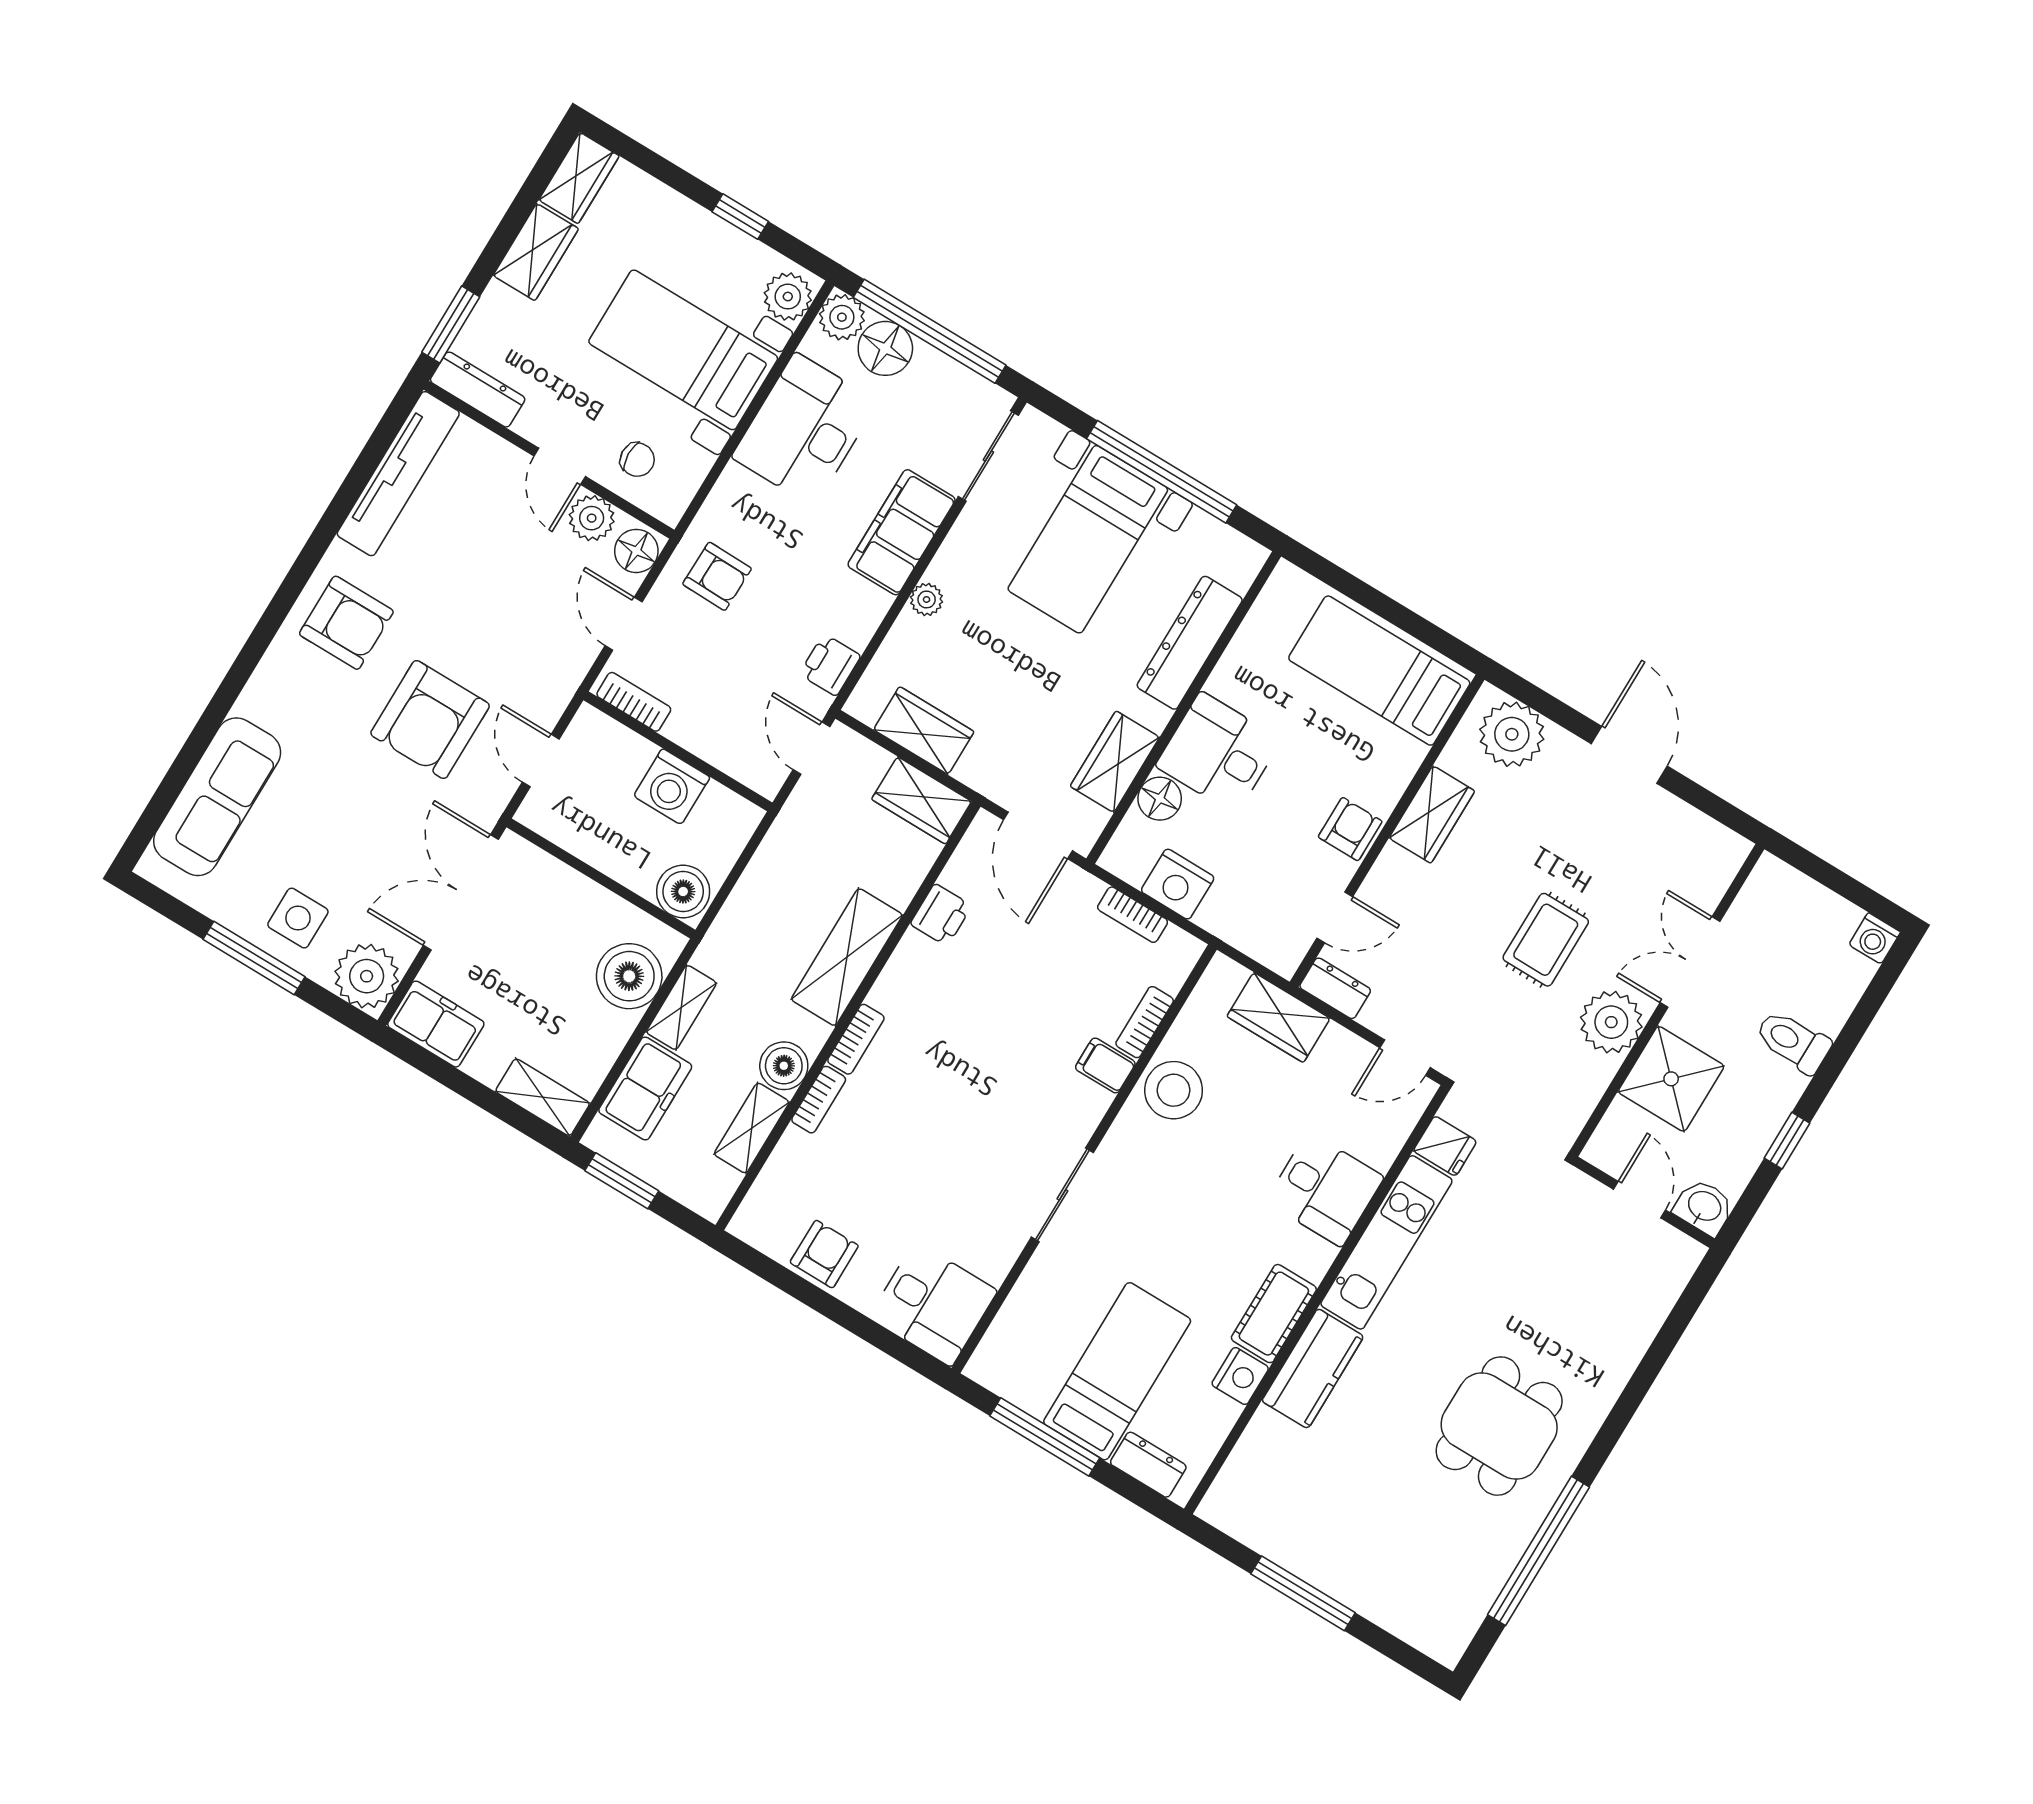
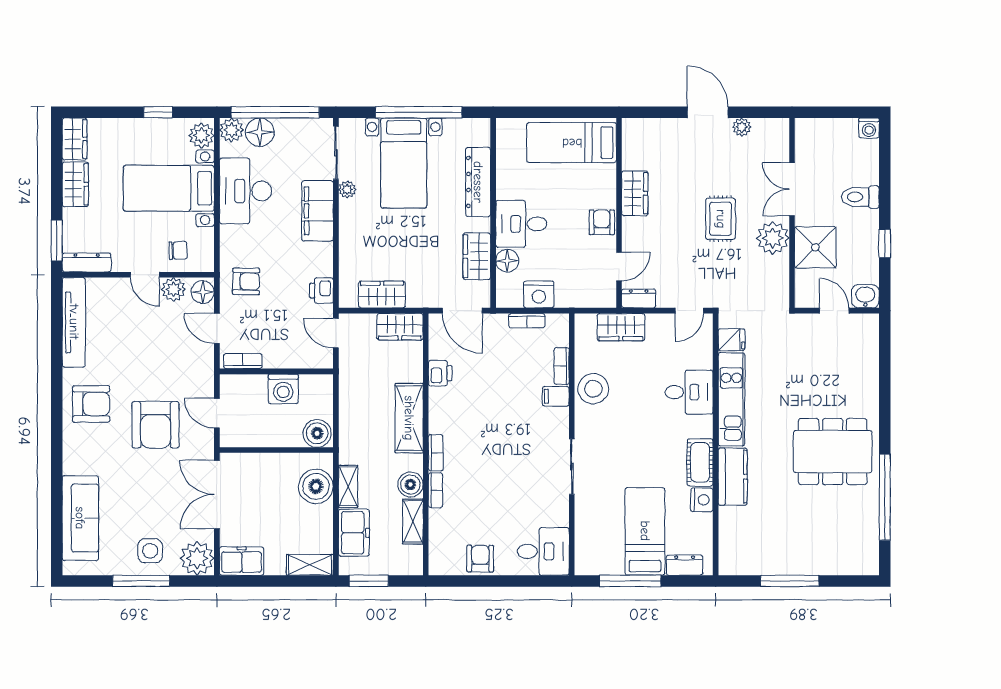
plant: (927, 599) -> (347, 189), moved
plant: (1512, 734) -> (742, 127), moved, width x0.53, depth x0.53
dining table: (1499, 1426) -> (833, 452), width x1.38

